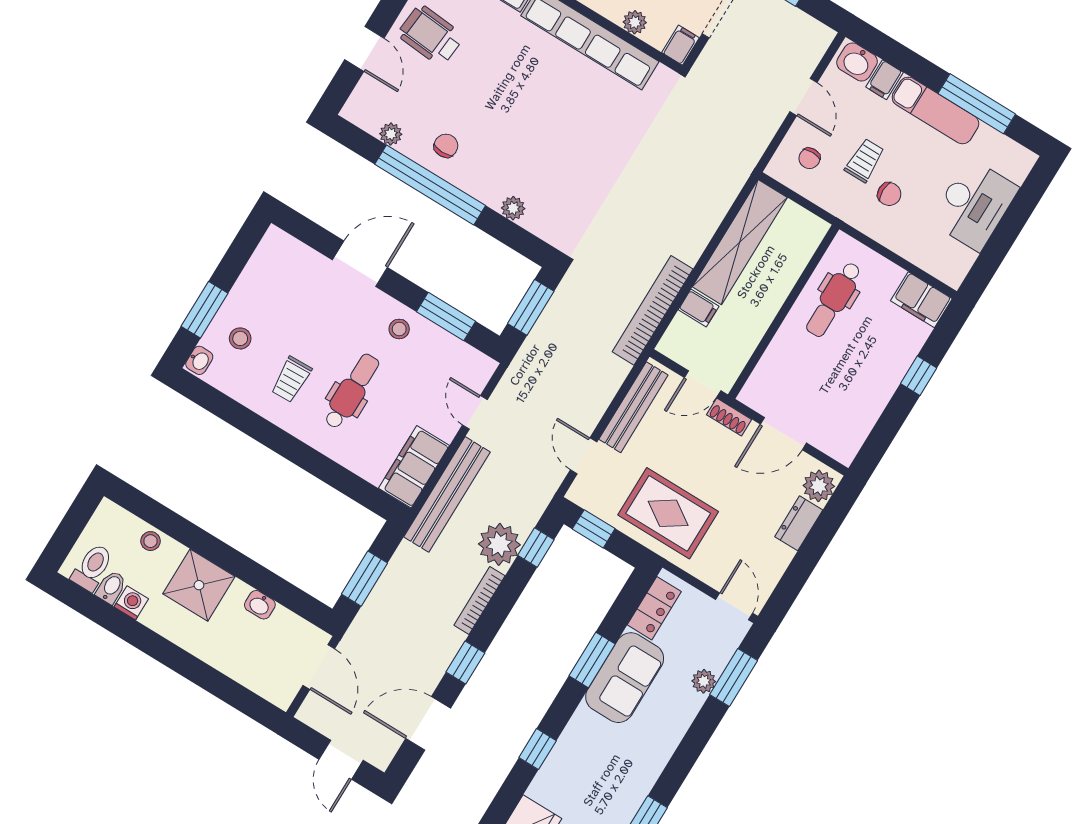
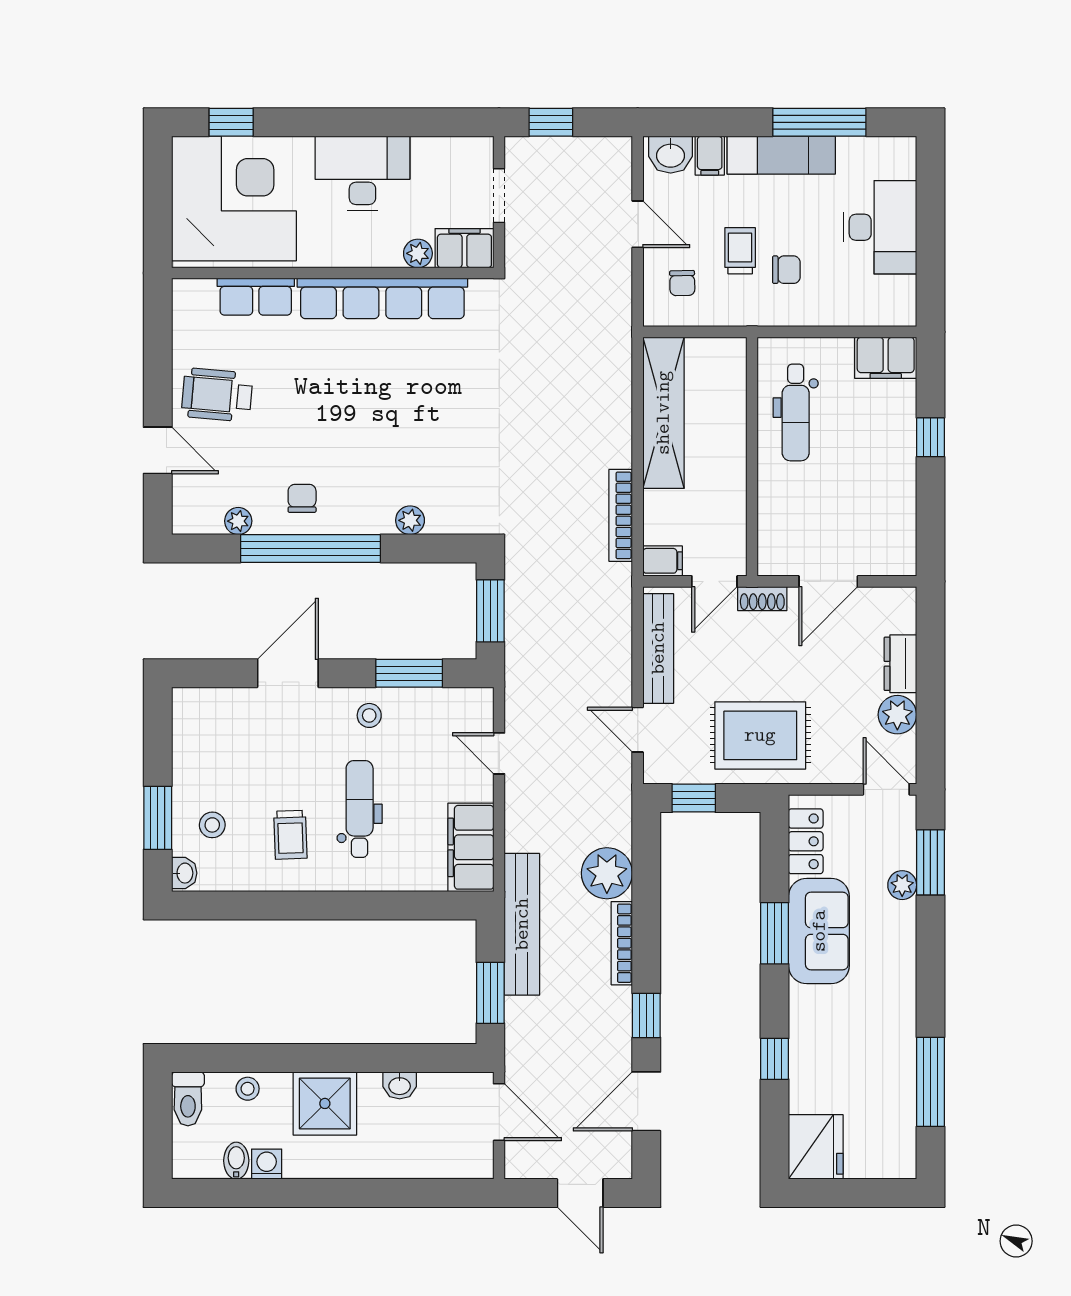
filing cabinet: (680, 45) -> (464, 248), width x2.00
filing cabinet: (699, 308) -> (663, 561), moved
bookcase: (653, 310) -> (621, 515), width x0.68, depth x0.76
plant: (819, 486) -> (897, 715), moved
bench: (447, 494) -> (522, 924), moved
window: (536, 548) -> (646, 853), removed
toilet: (92, 567) -> (188, 1099), moved, turned 180

